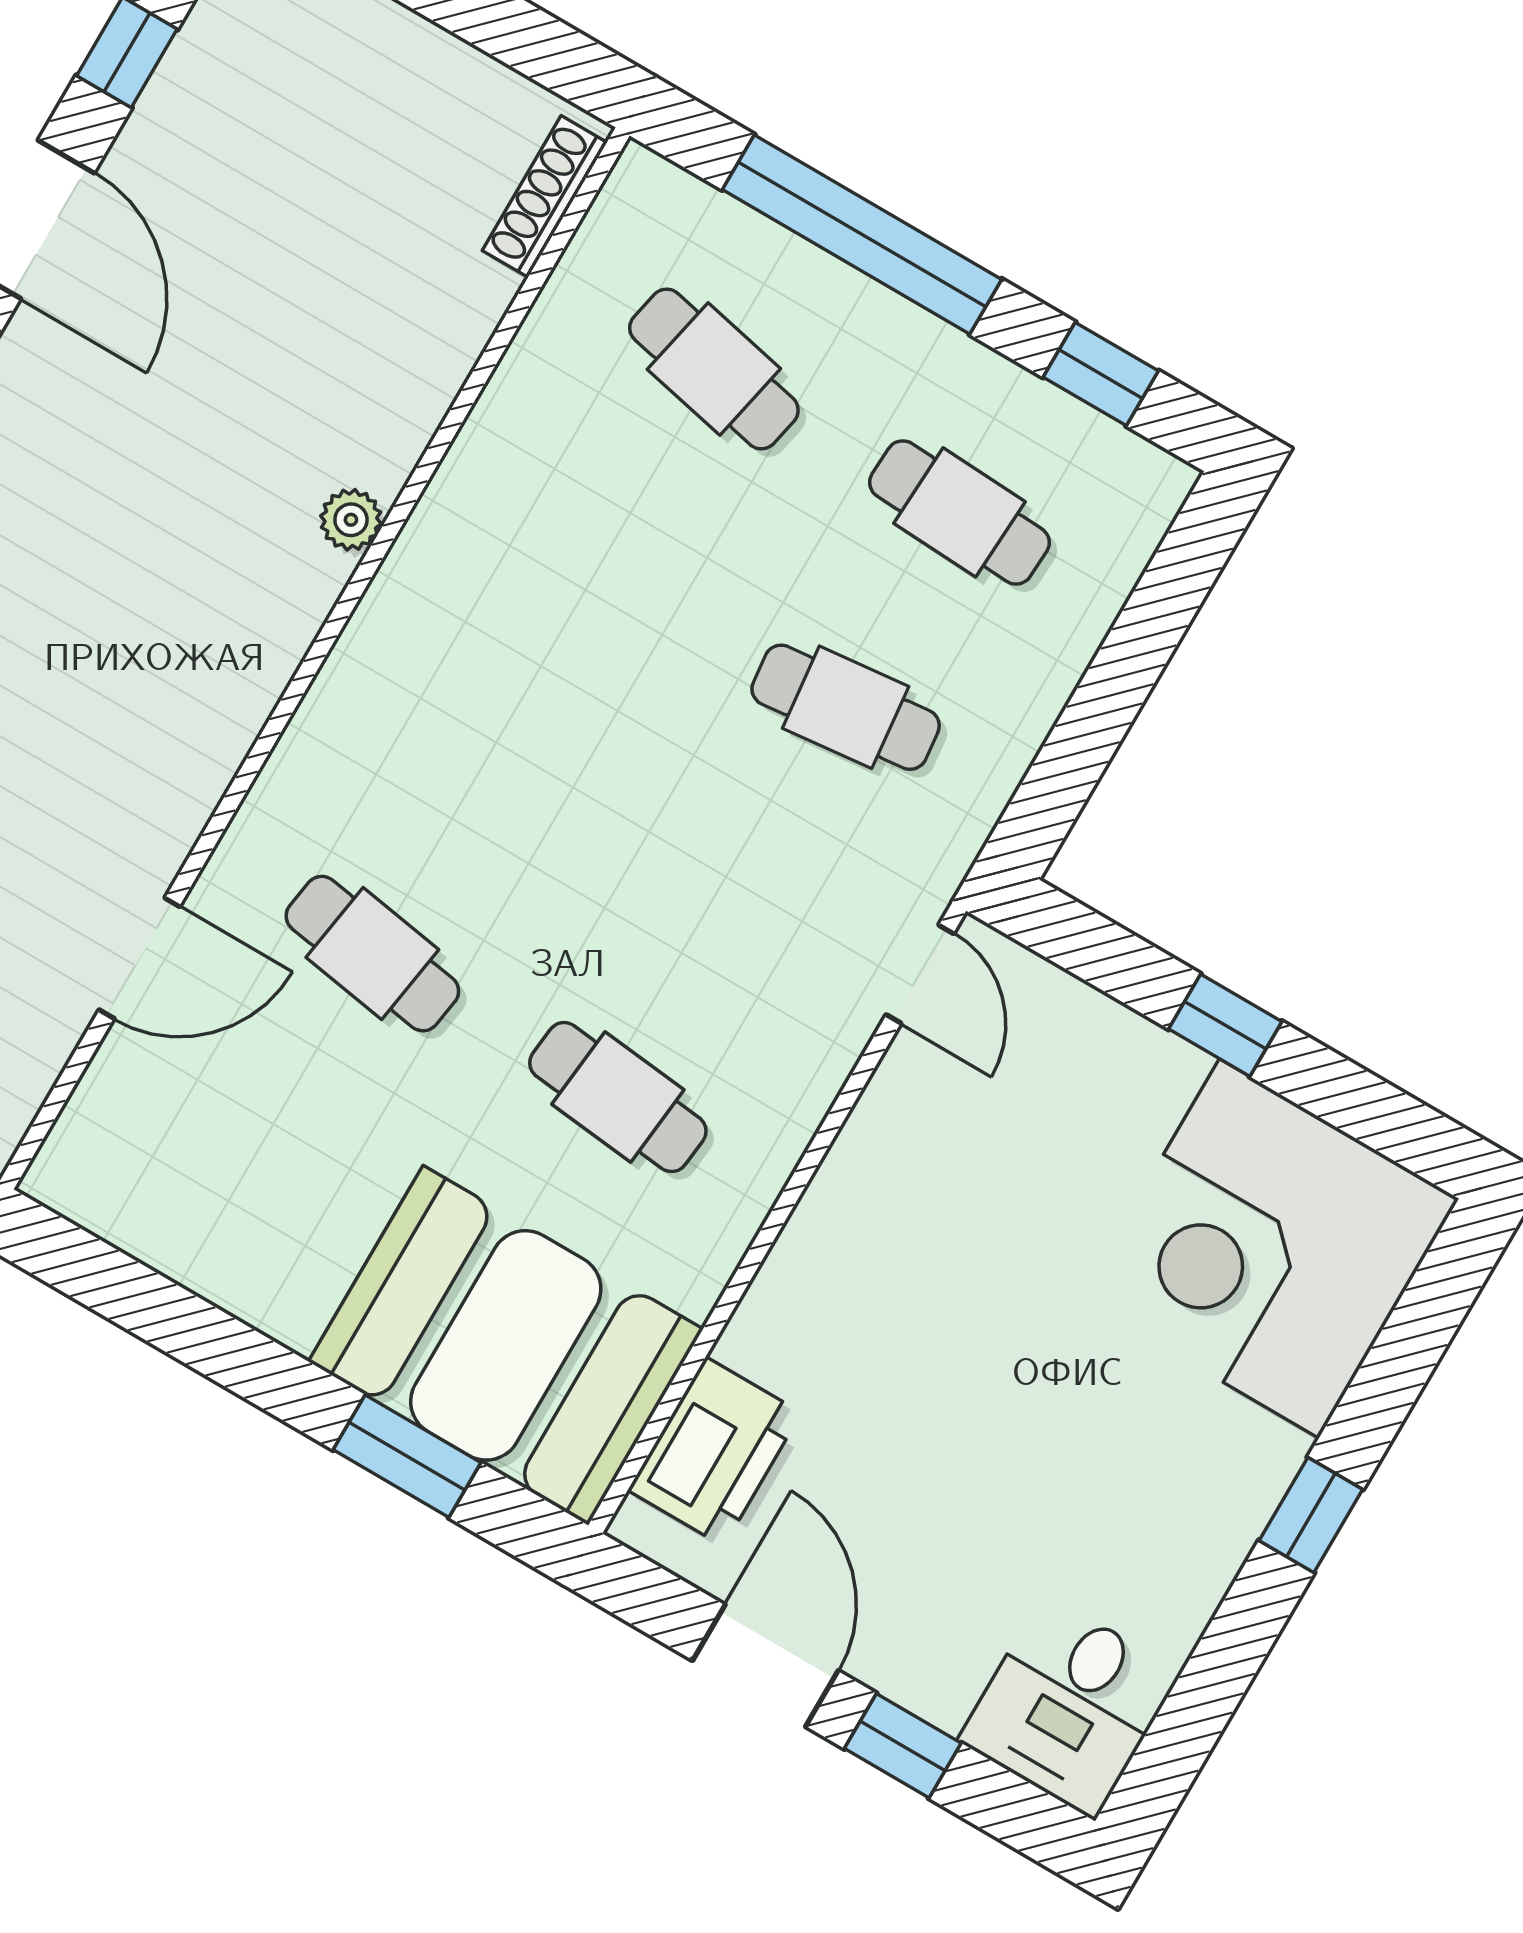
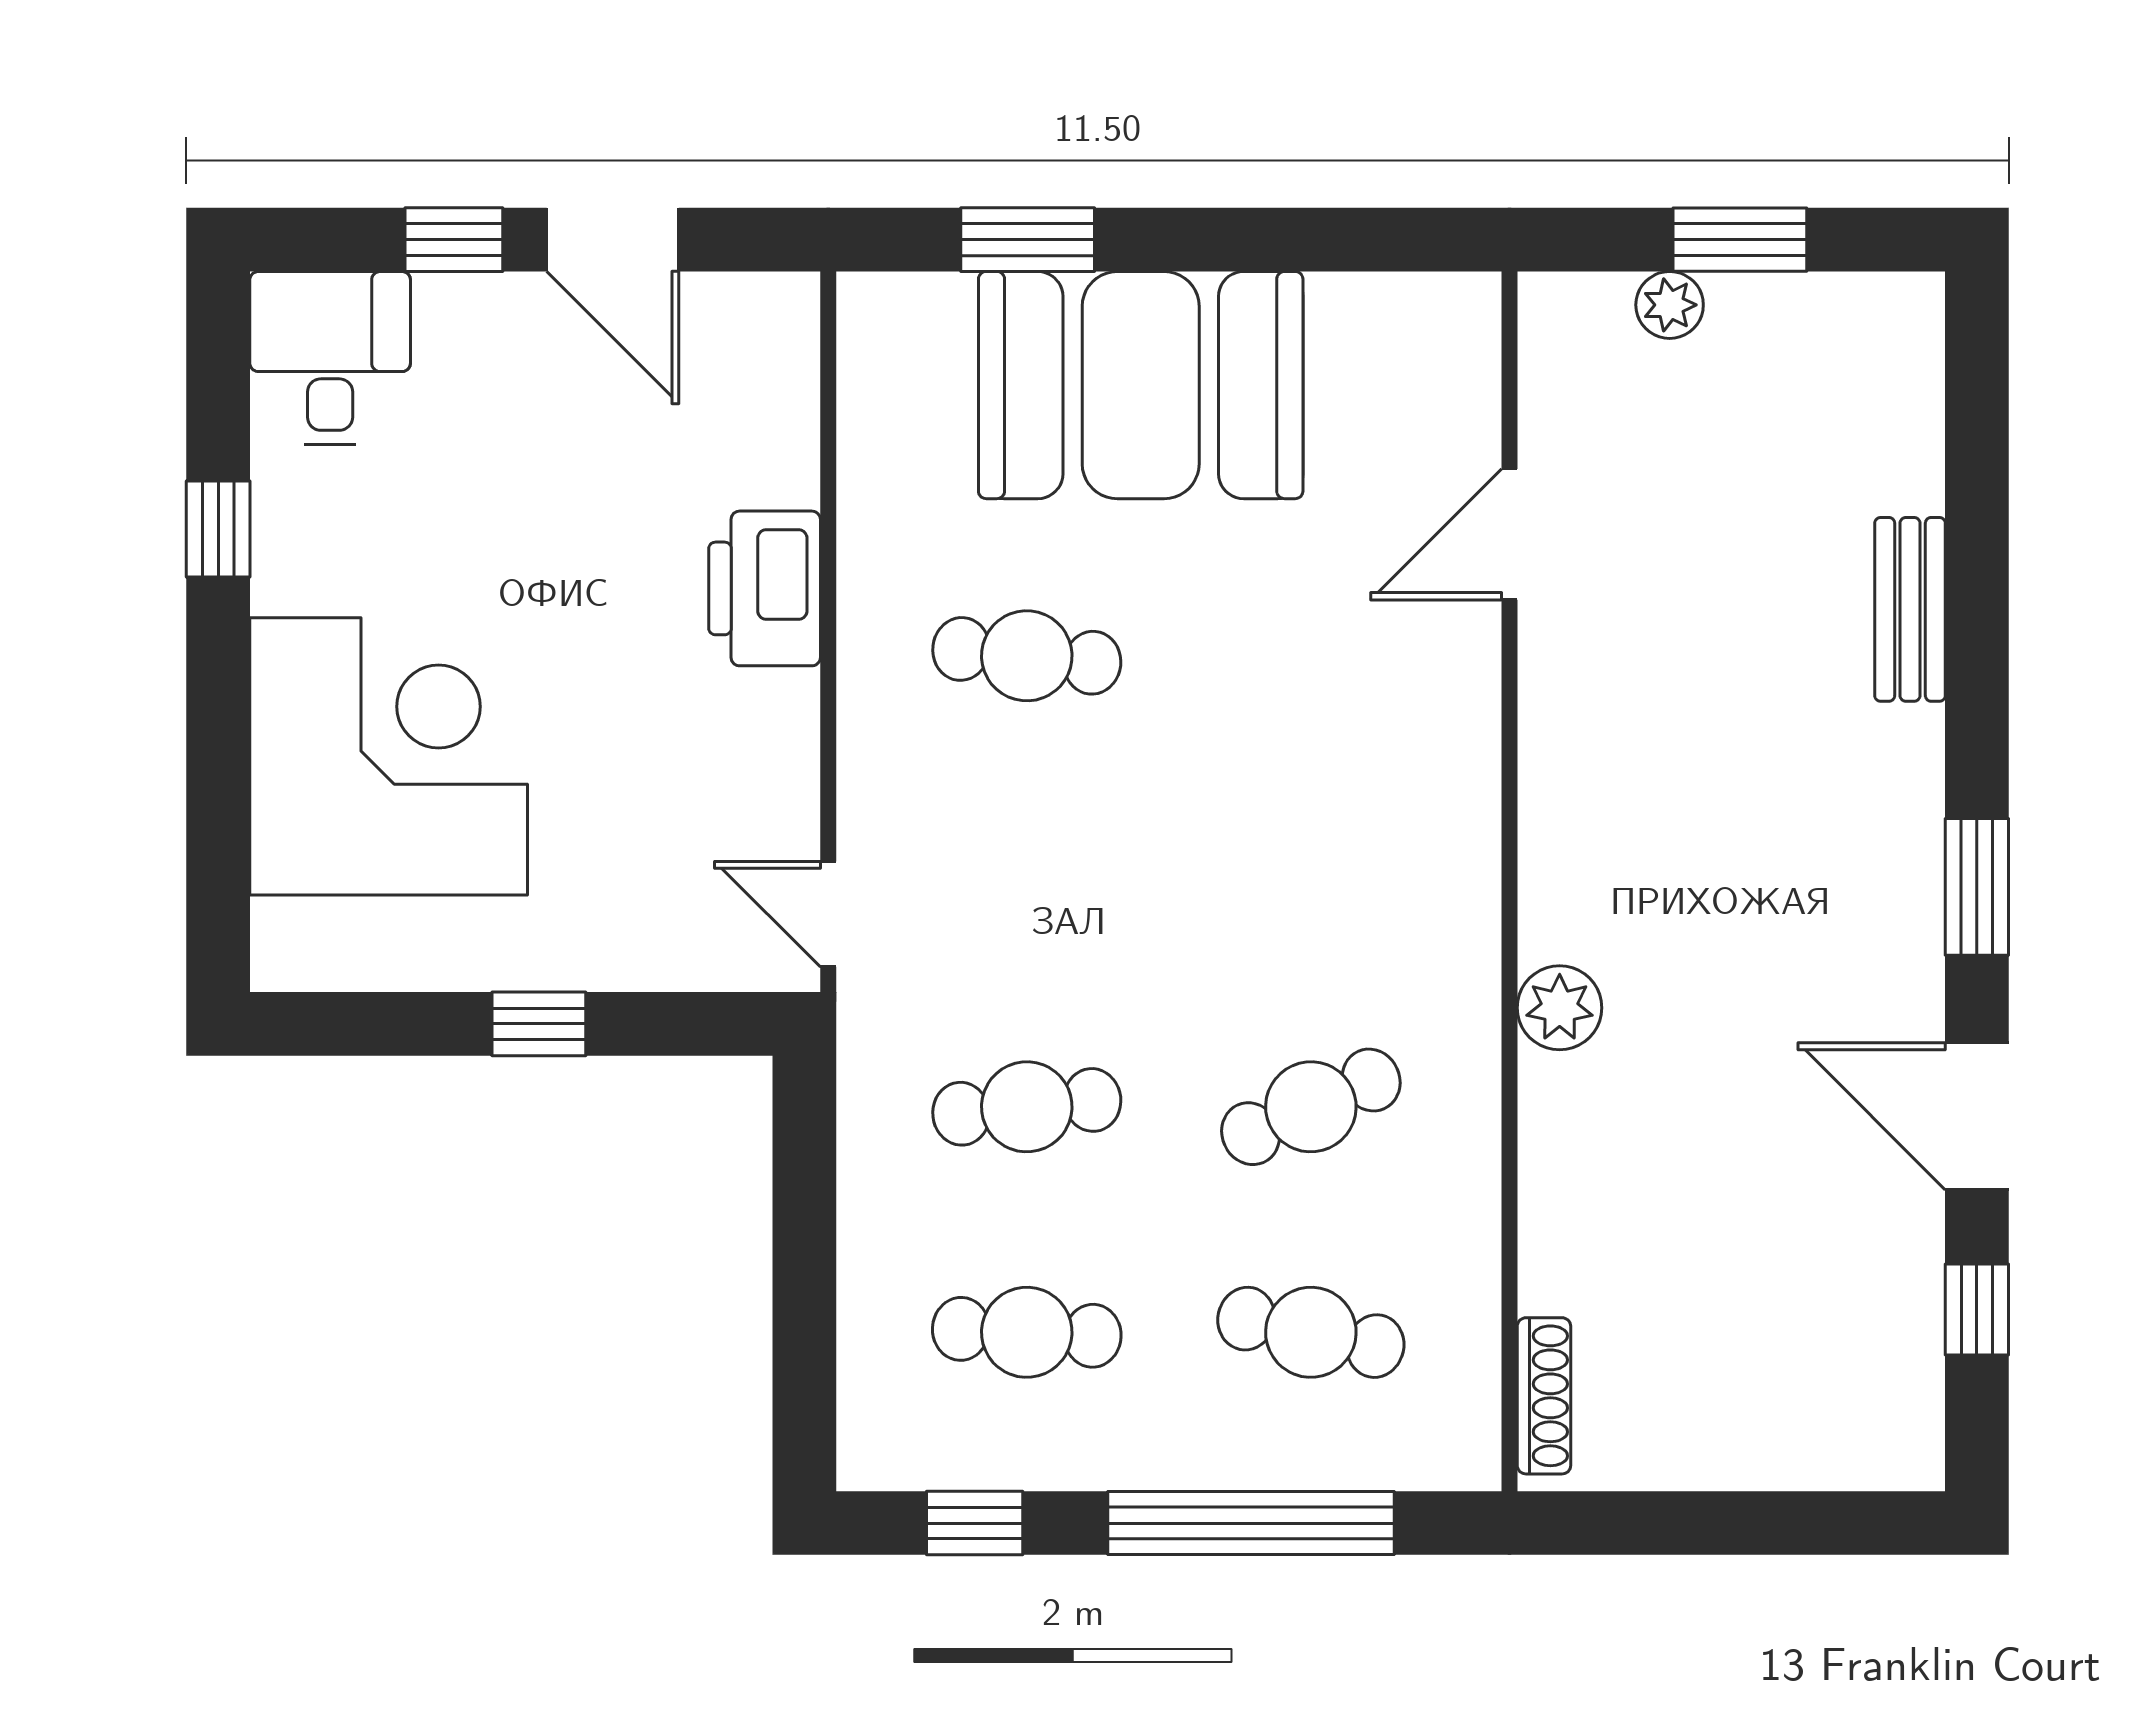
plant: (351, 520) -> (1560, 1008), width x1.38, depth x1.38
cafe table: (372, 954) -> (1311, 1107), moved, turned -33
corner desk: (1269, 1248) -> (389, 756), moved
booth: (506, 1345) -> (1141, 385), moved
printer: (715, 1452) -> (765, 588), moved
window: (1311, 1515) -> (218, 529), moved

